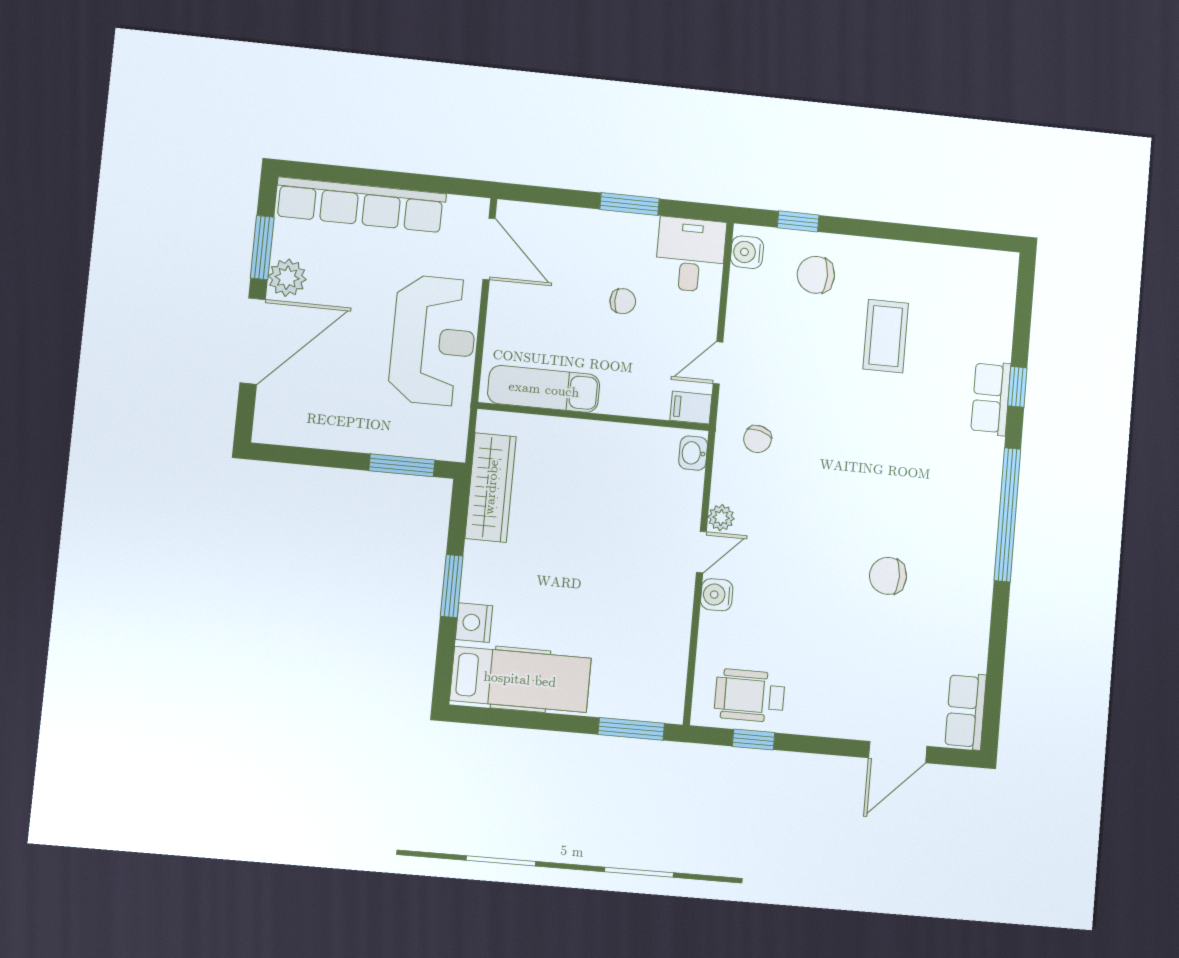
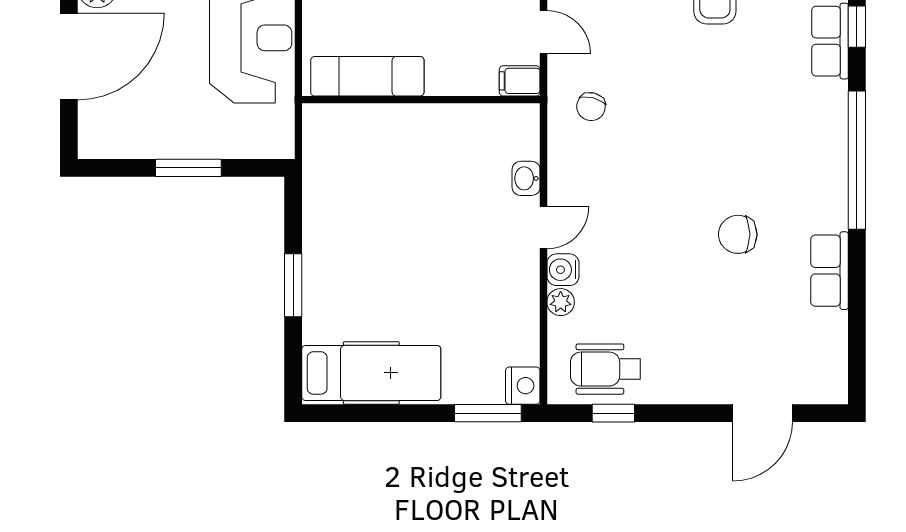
door: (718, 363) -> (543, 32), swing flipped
washbasin: (693, 453) -> (526, 178), moved
window: (402, 465) -> (188, 168), moved
wardrobe: (491, 487) -> (323, 182), removed
plant: (721, 518) -> (561, 302), moved
nightstand: (474, 623) -> (523, 386), moved, turned 180
row of seats: (966, 711) -> (830, 271), moved

